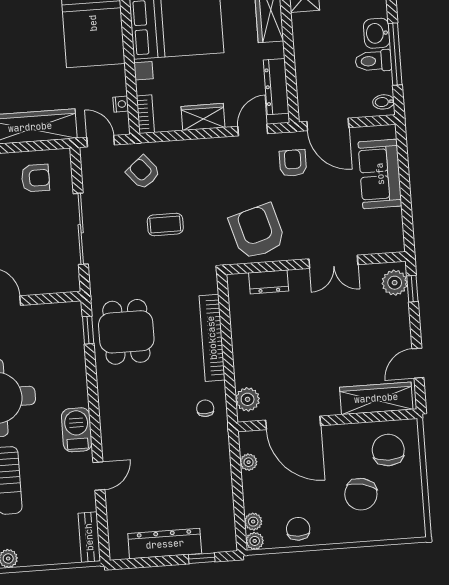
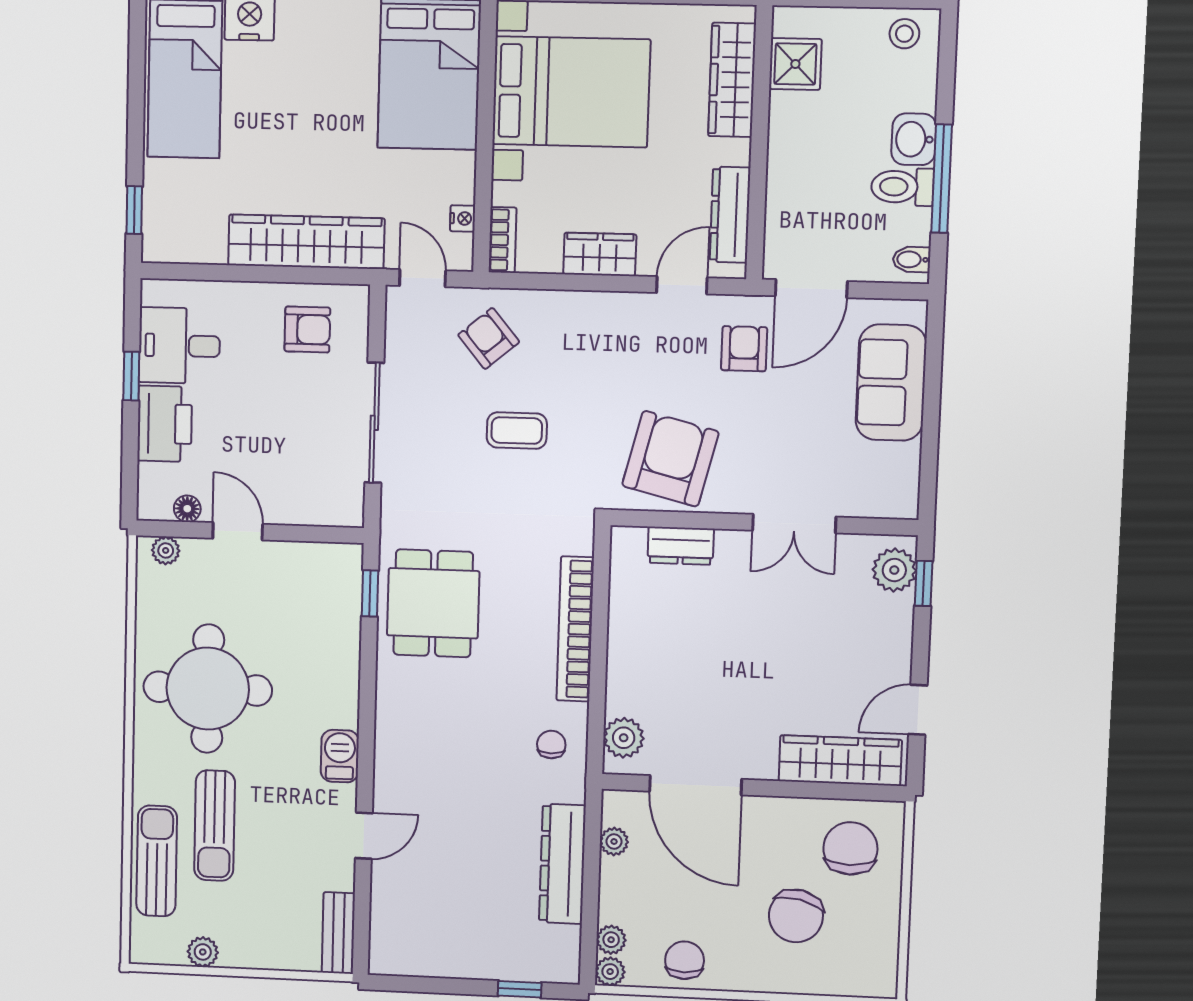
door: (328, 124) -> (811, 289), hinge flipped
armchair: (257, 232) -> (670, 459), turned 30
barbecue: (77, 430) -> (340, 756), width x0.73, depth x0.79
dresser: (165, 544) -> (562, 864), moved, turned -90

